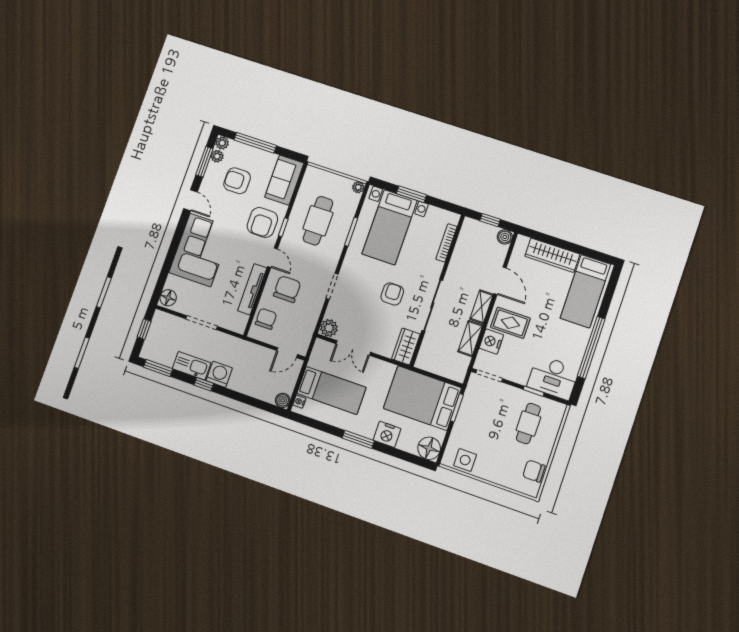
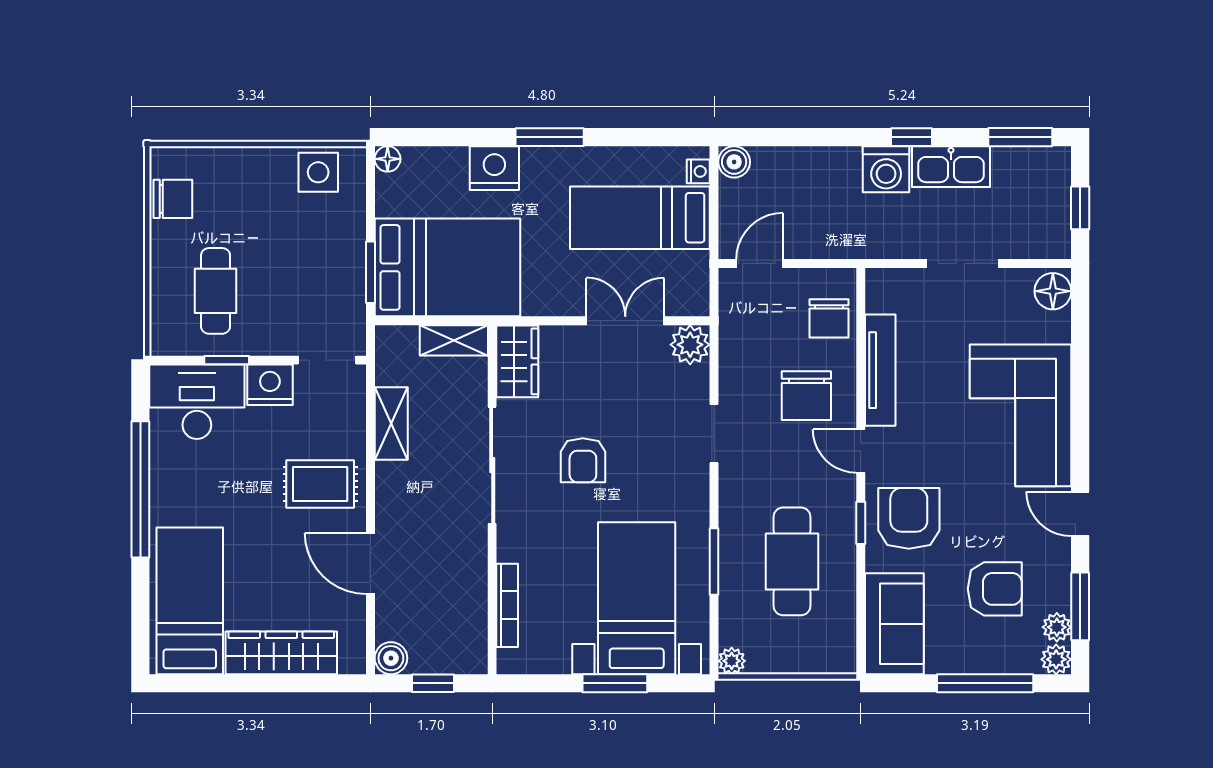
shelving: (482, 307) -> (454, 340), moved, turned 90
nightstand: (491, 342) -> (270, 385), moved, turned -90
floor lamp: (429, 448) -> (388, 159), width x0.53, depth x0.53

